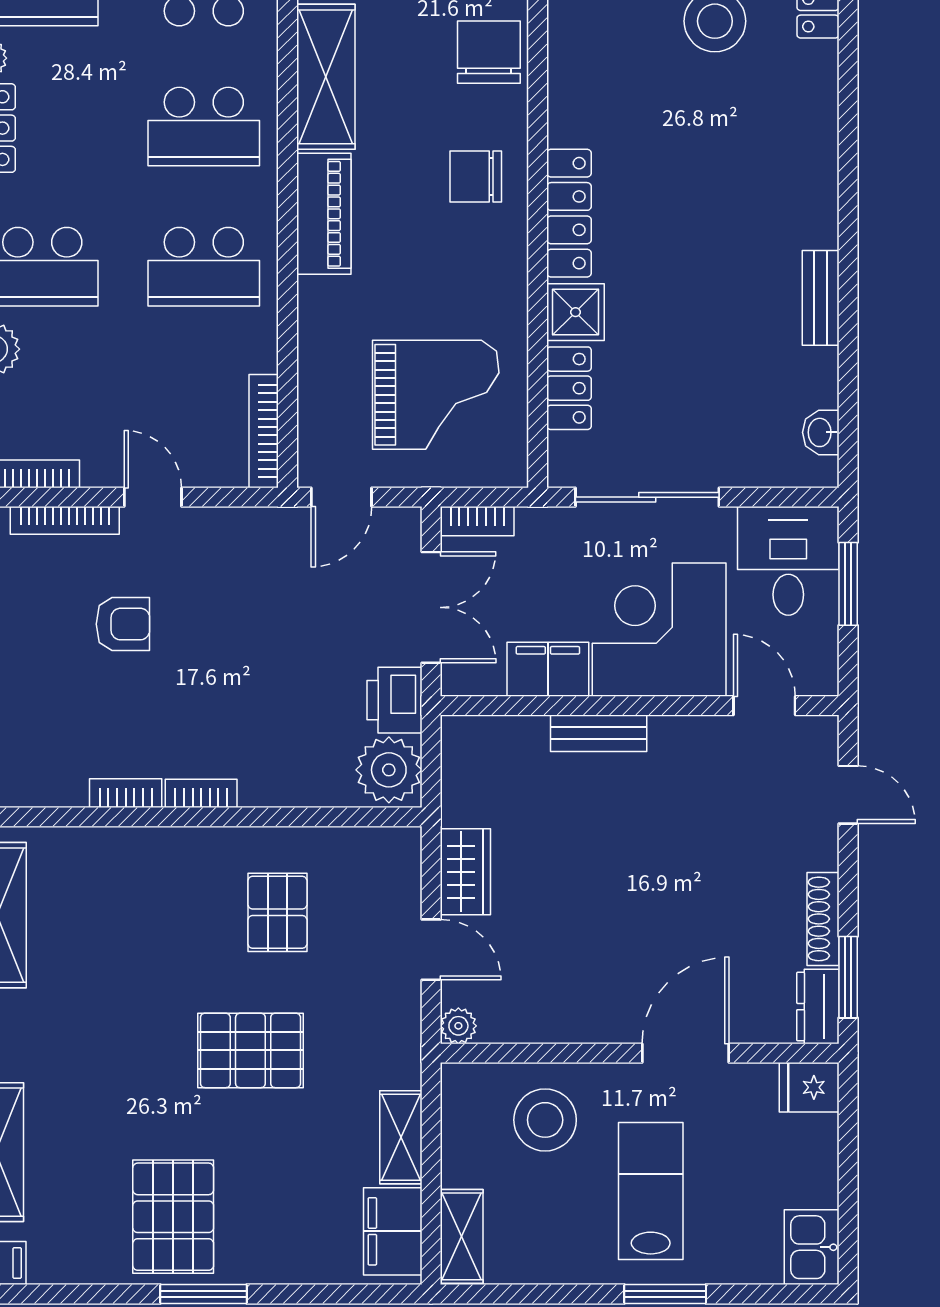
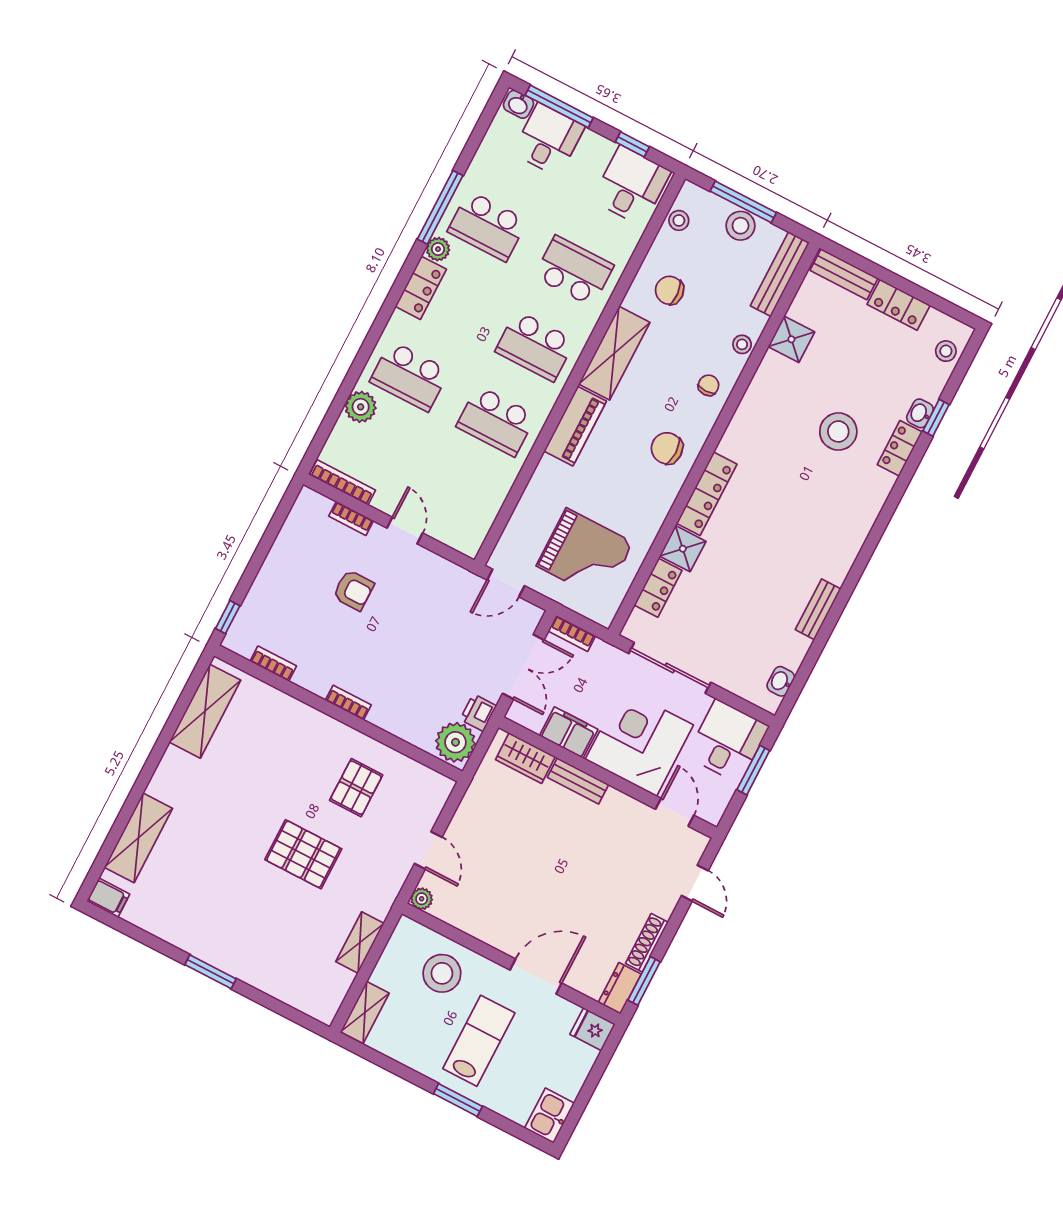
chair: (489, 52) -> (709, 385), width x0.54, depth x0.54
bookcase: (264, 431) -> (483, 526), removed
bookcase: (65, 520) -> (351, 518), width x0.64
printer: (395, 700) -> (478, 713), width x0.73, depth x0.81
bookcase: (126, 793) -> (273, 664), moved
wardrobe: (465, 872) -> (525, 758), moved, turned 90
pallet: (173, 1217) -> (216, 922), removed
filing cabinet: (393, 1231) -> (329, 991), removed

